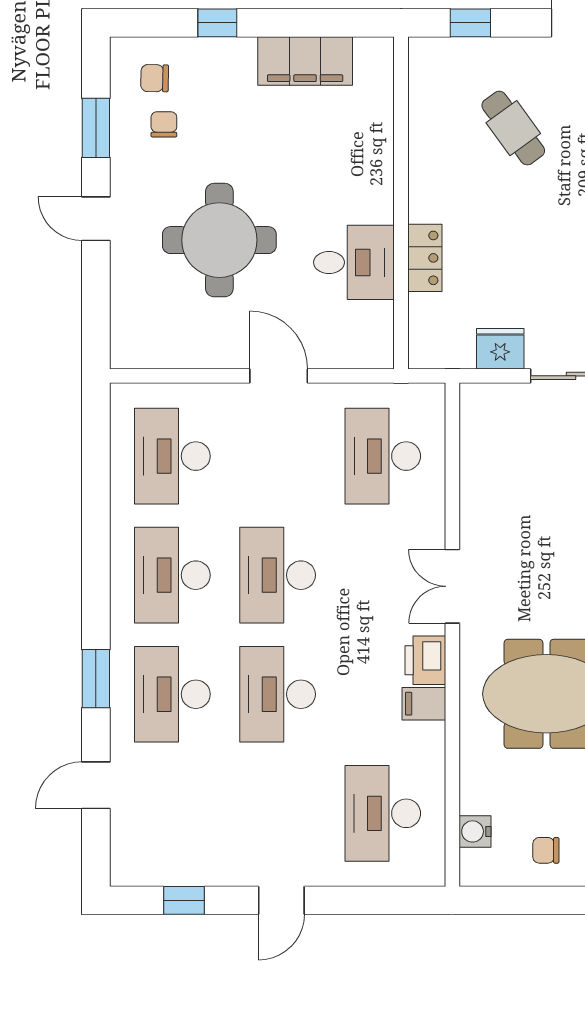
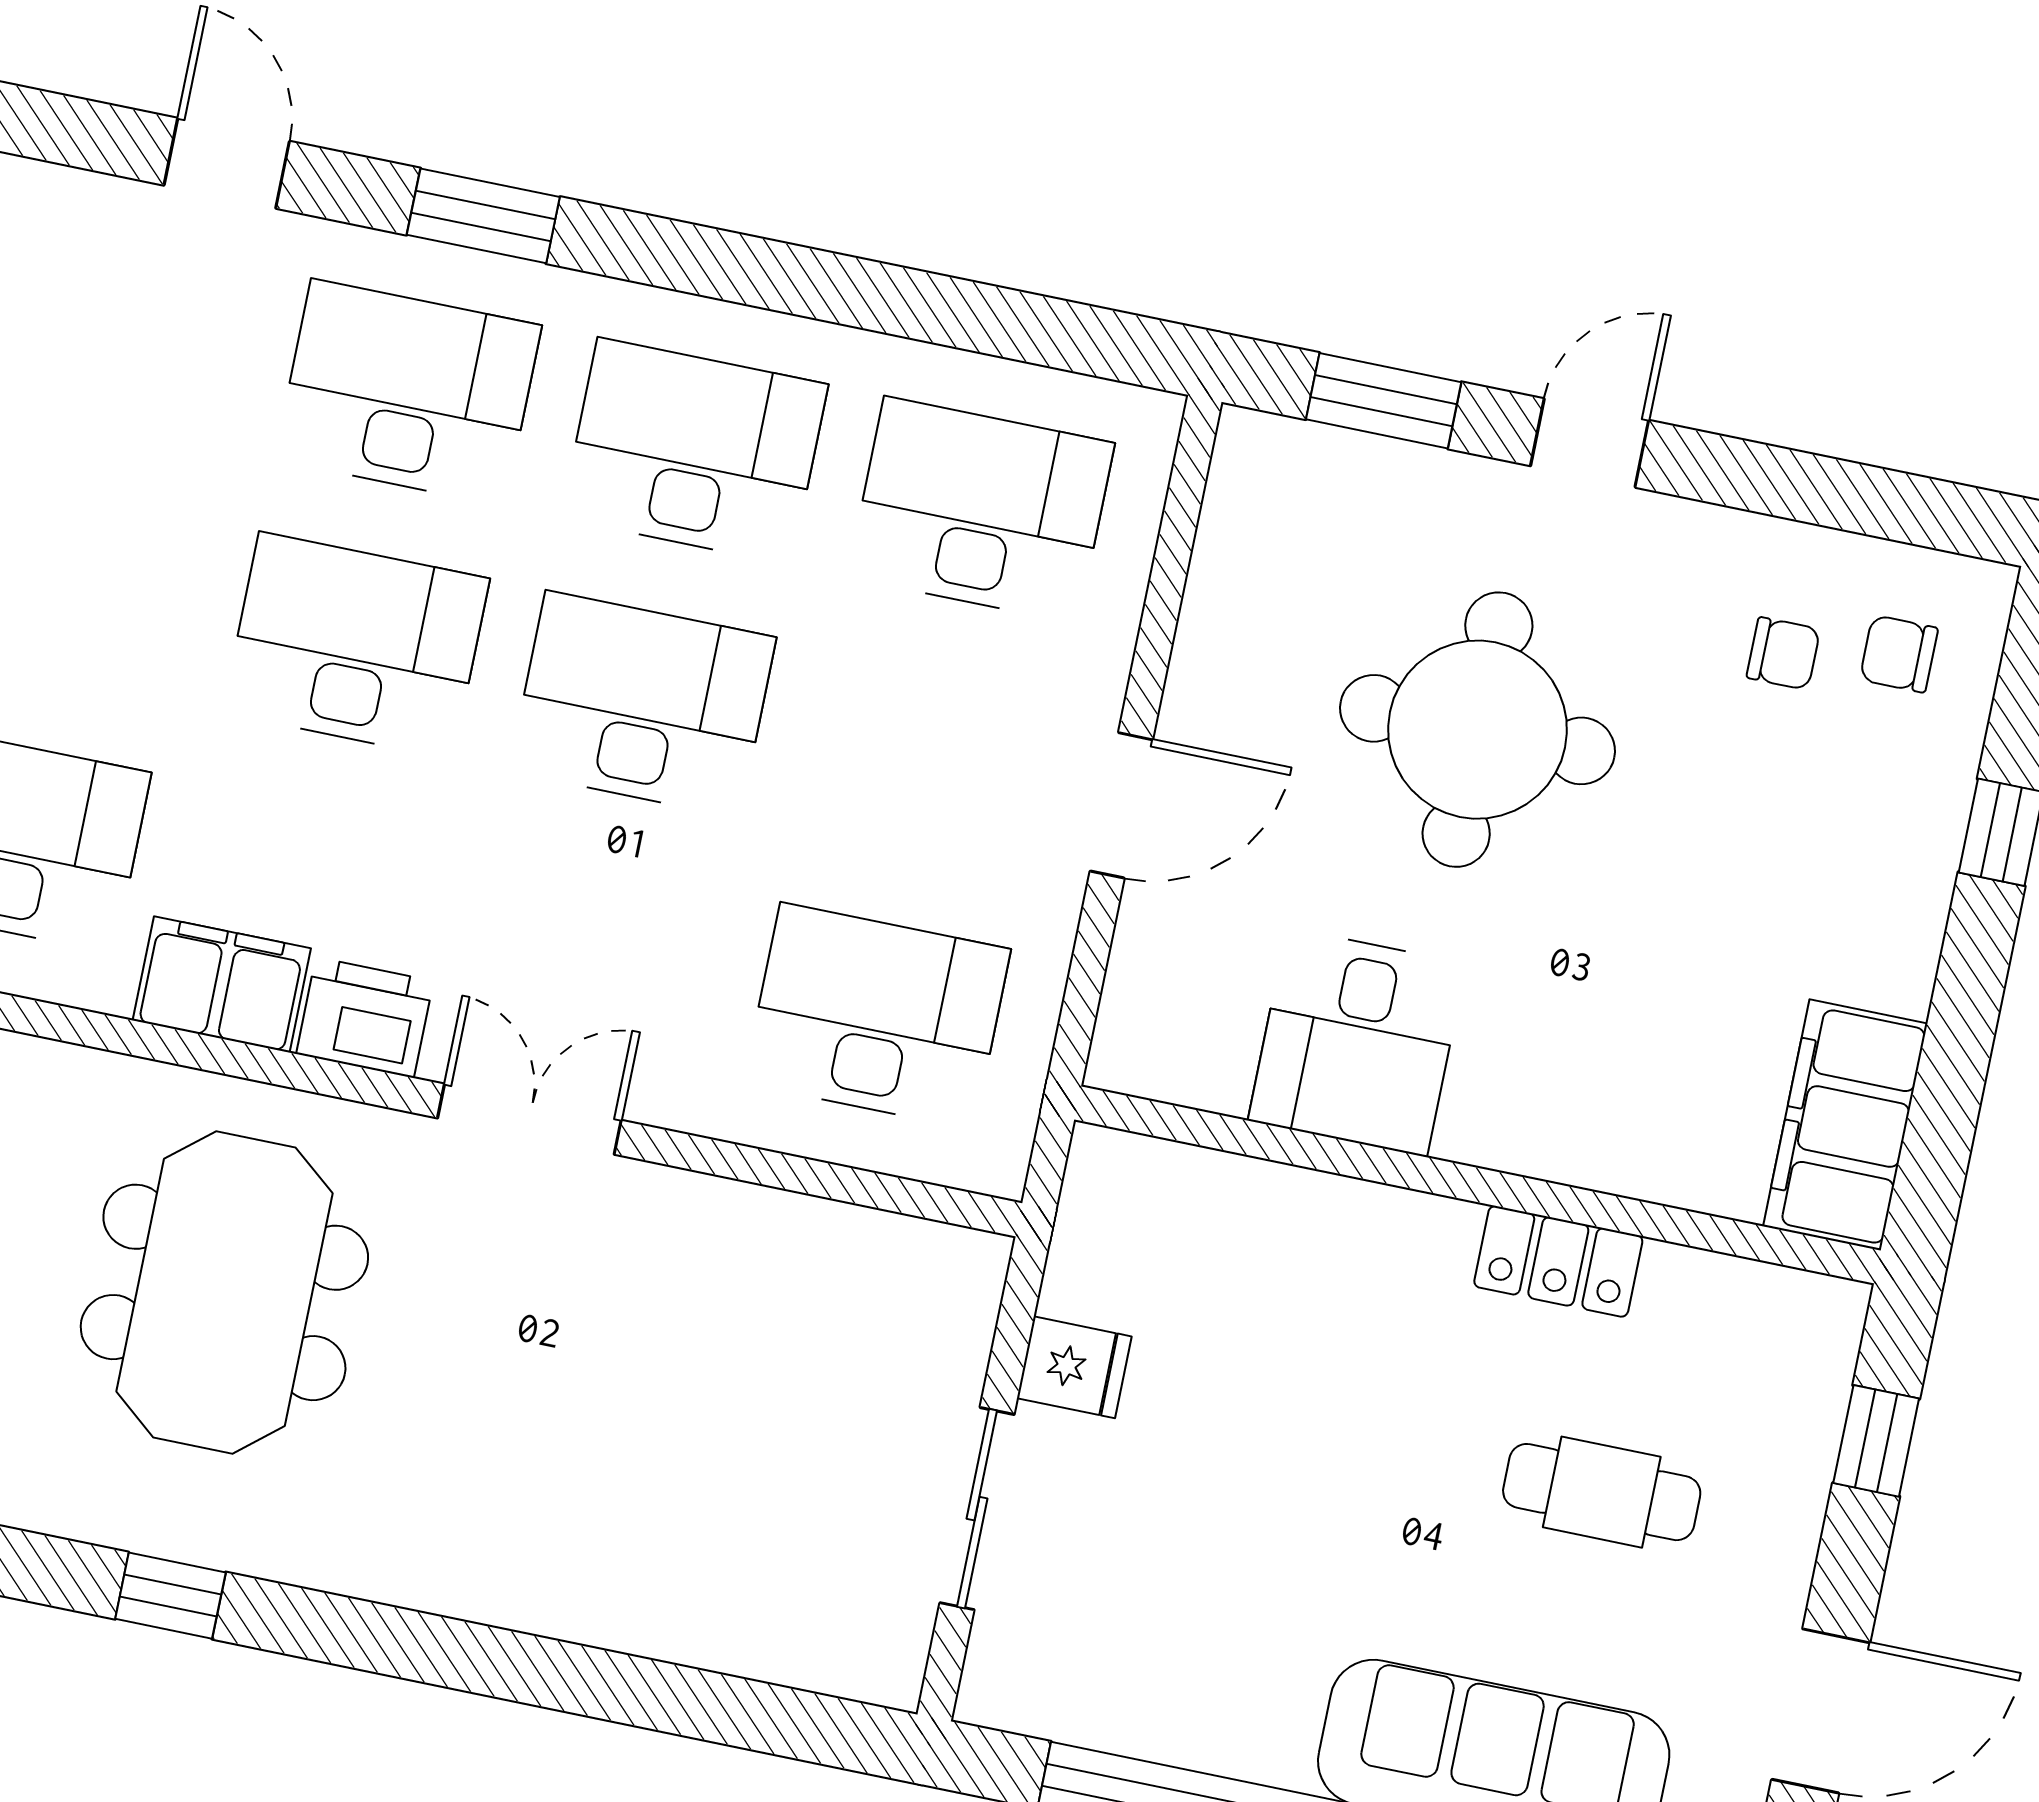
filing cabinet: (305, 61) -> (1845, 1125), moved
chair: (155, 78) -> (1899, 654), turned -91
window: (96, 128) -> (1384, 401), moved
cafe table: (513, 128) -> (1602, 1492), turned 36
locker: (425, 258) -> (1558, 1261), moved
fridge: (500, 349) -> (1074, 1367), width x0.72
filing cabinet: (424, 704) -> (222, 984), width x2.00

